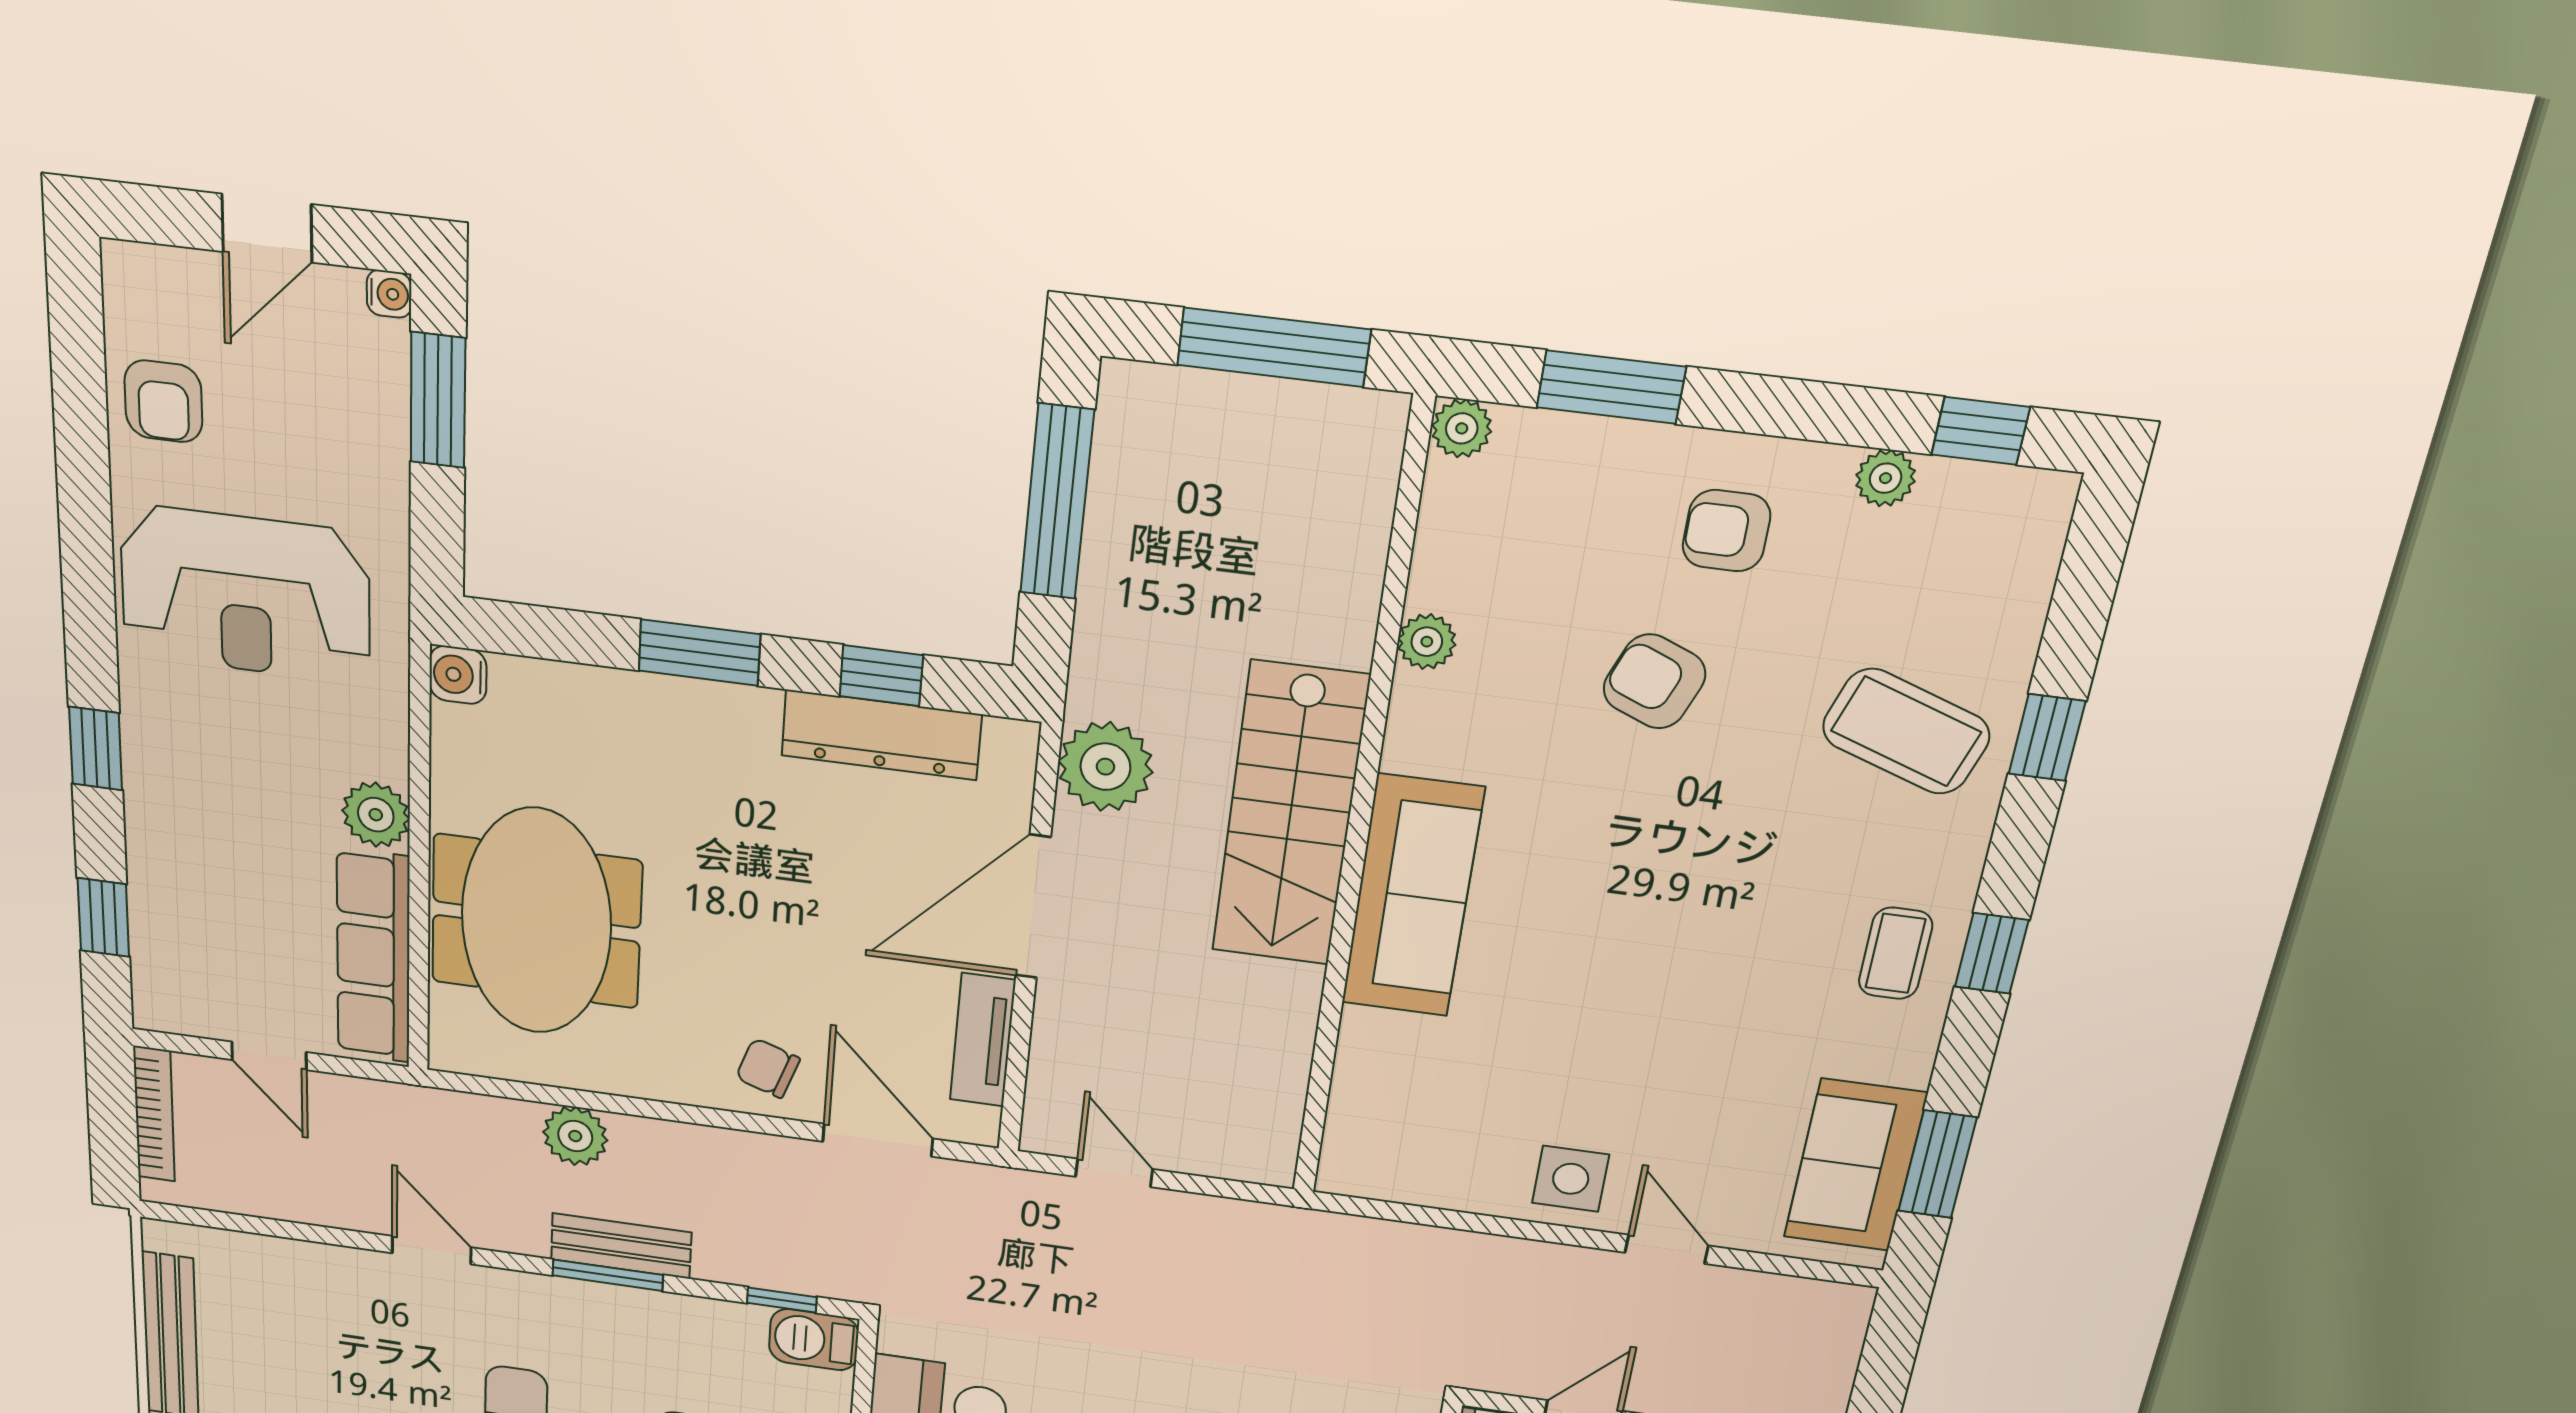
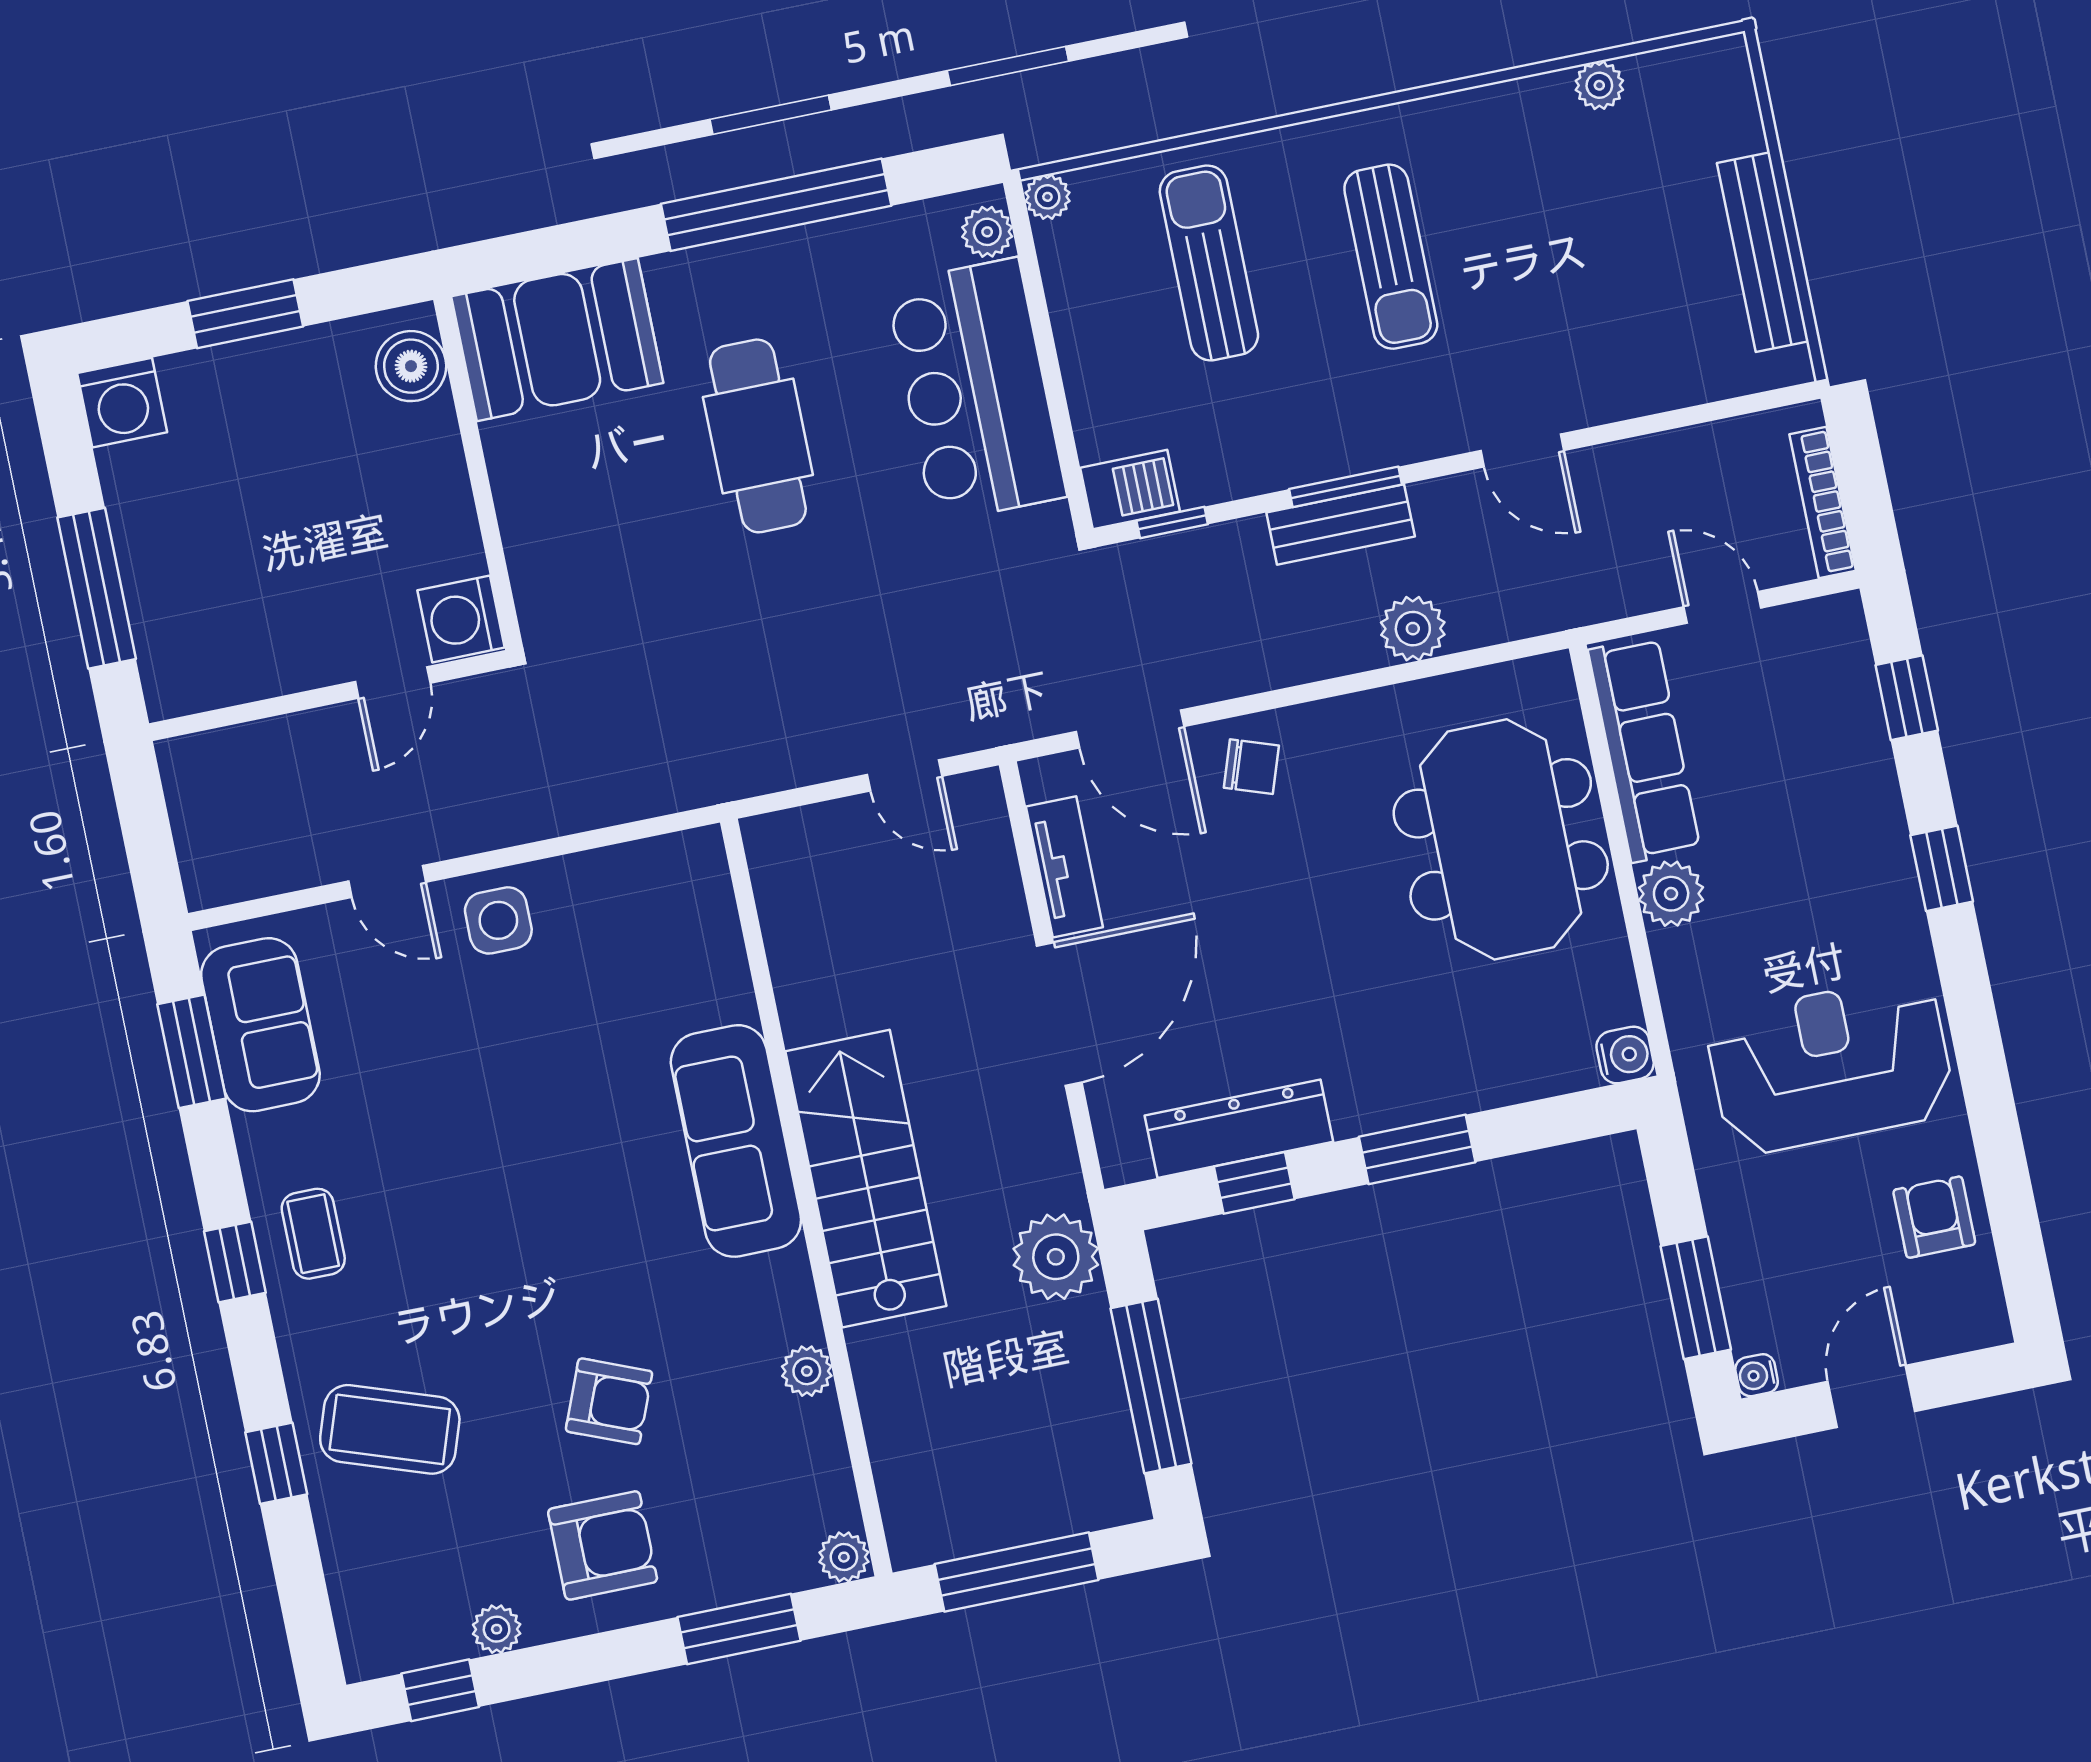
armchair: (1726, 531) -> (603, 1545), width x1.38, depth x1.38
plant: (1105, 767) -> (1056, 1257), moved

